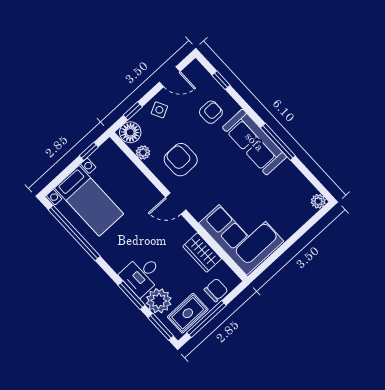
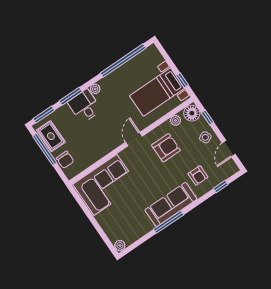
bed with nightstands: (89, 201) -> (157, 92), moved
wardrobe: (202, 252) -> (95, 153), removed
plant: (159, 301) -> (95, 89), moved, width x0.53, depth x0.53

